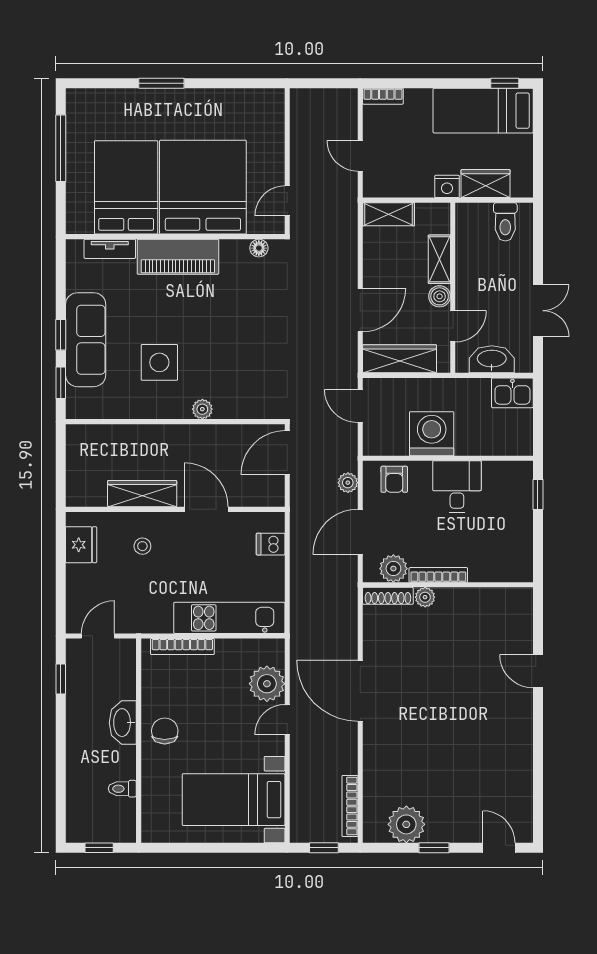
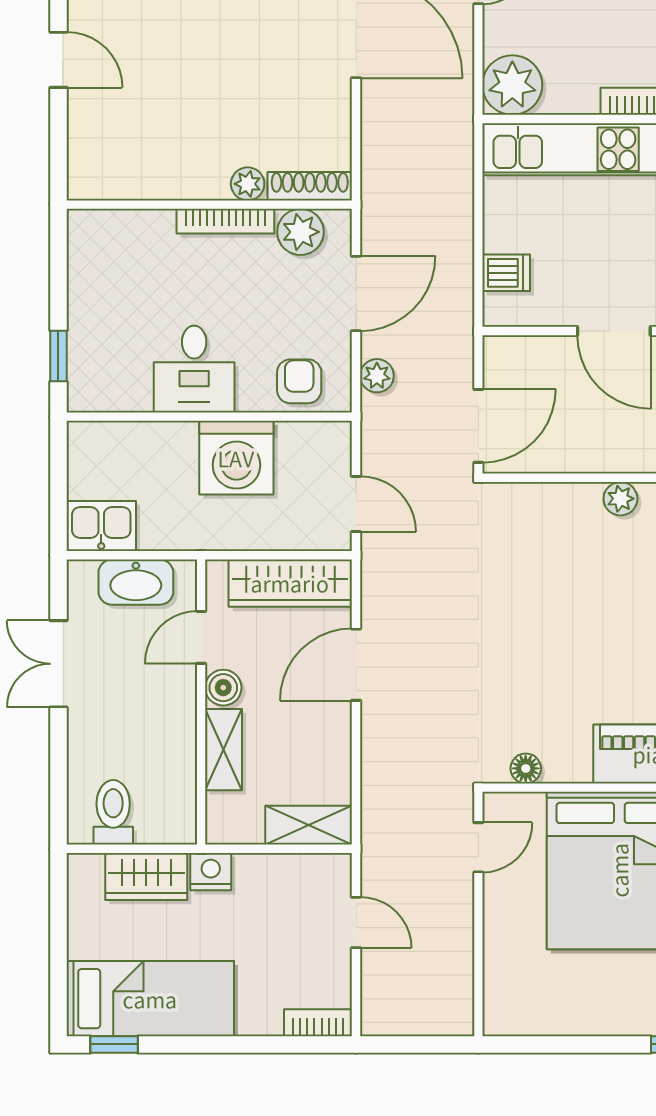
plant: (267, 684) -> (512, 85), moved

